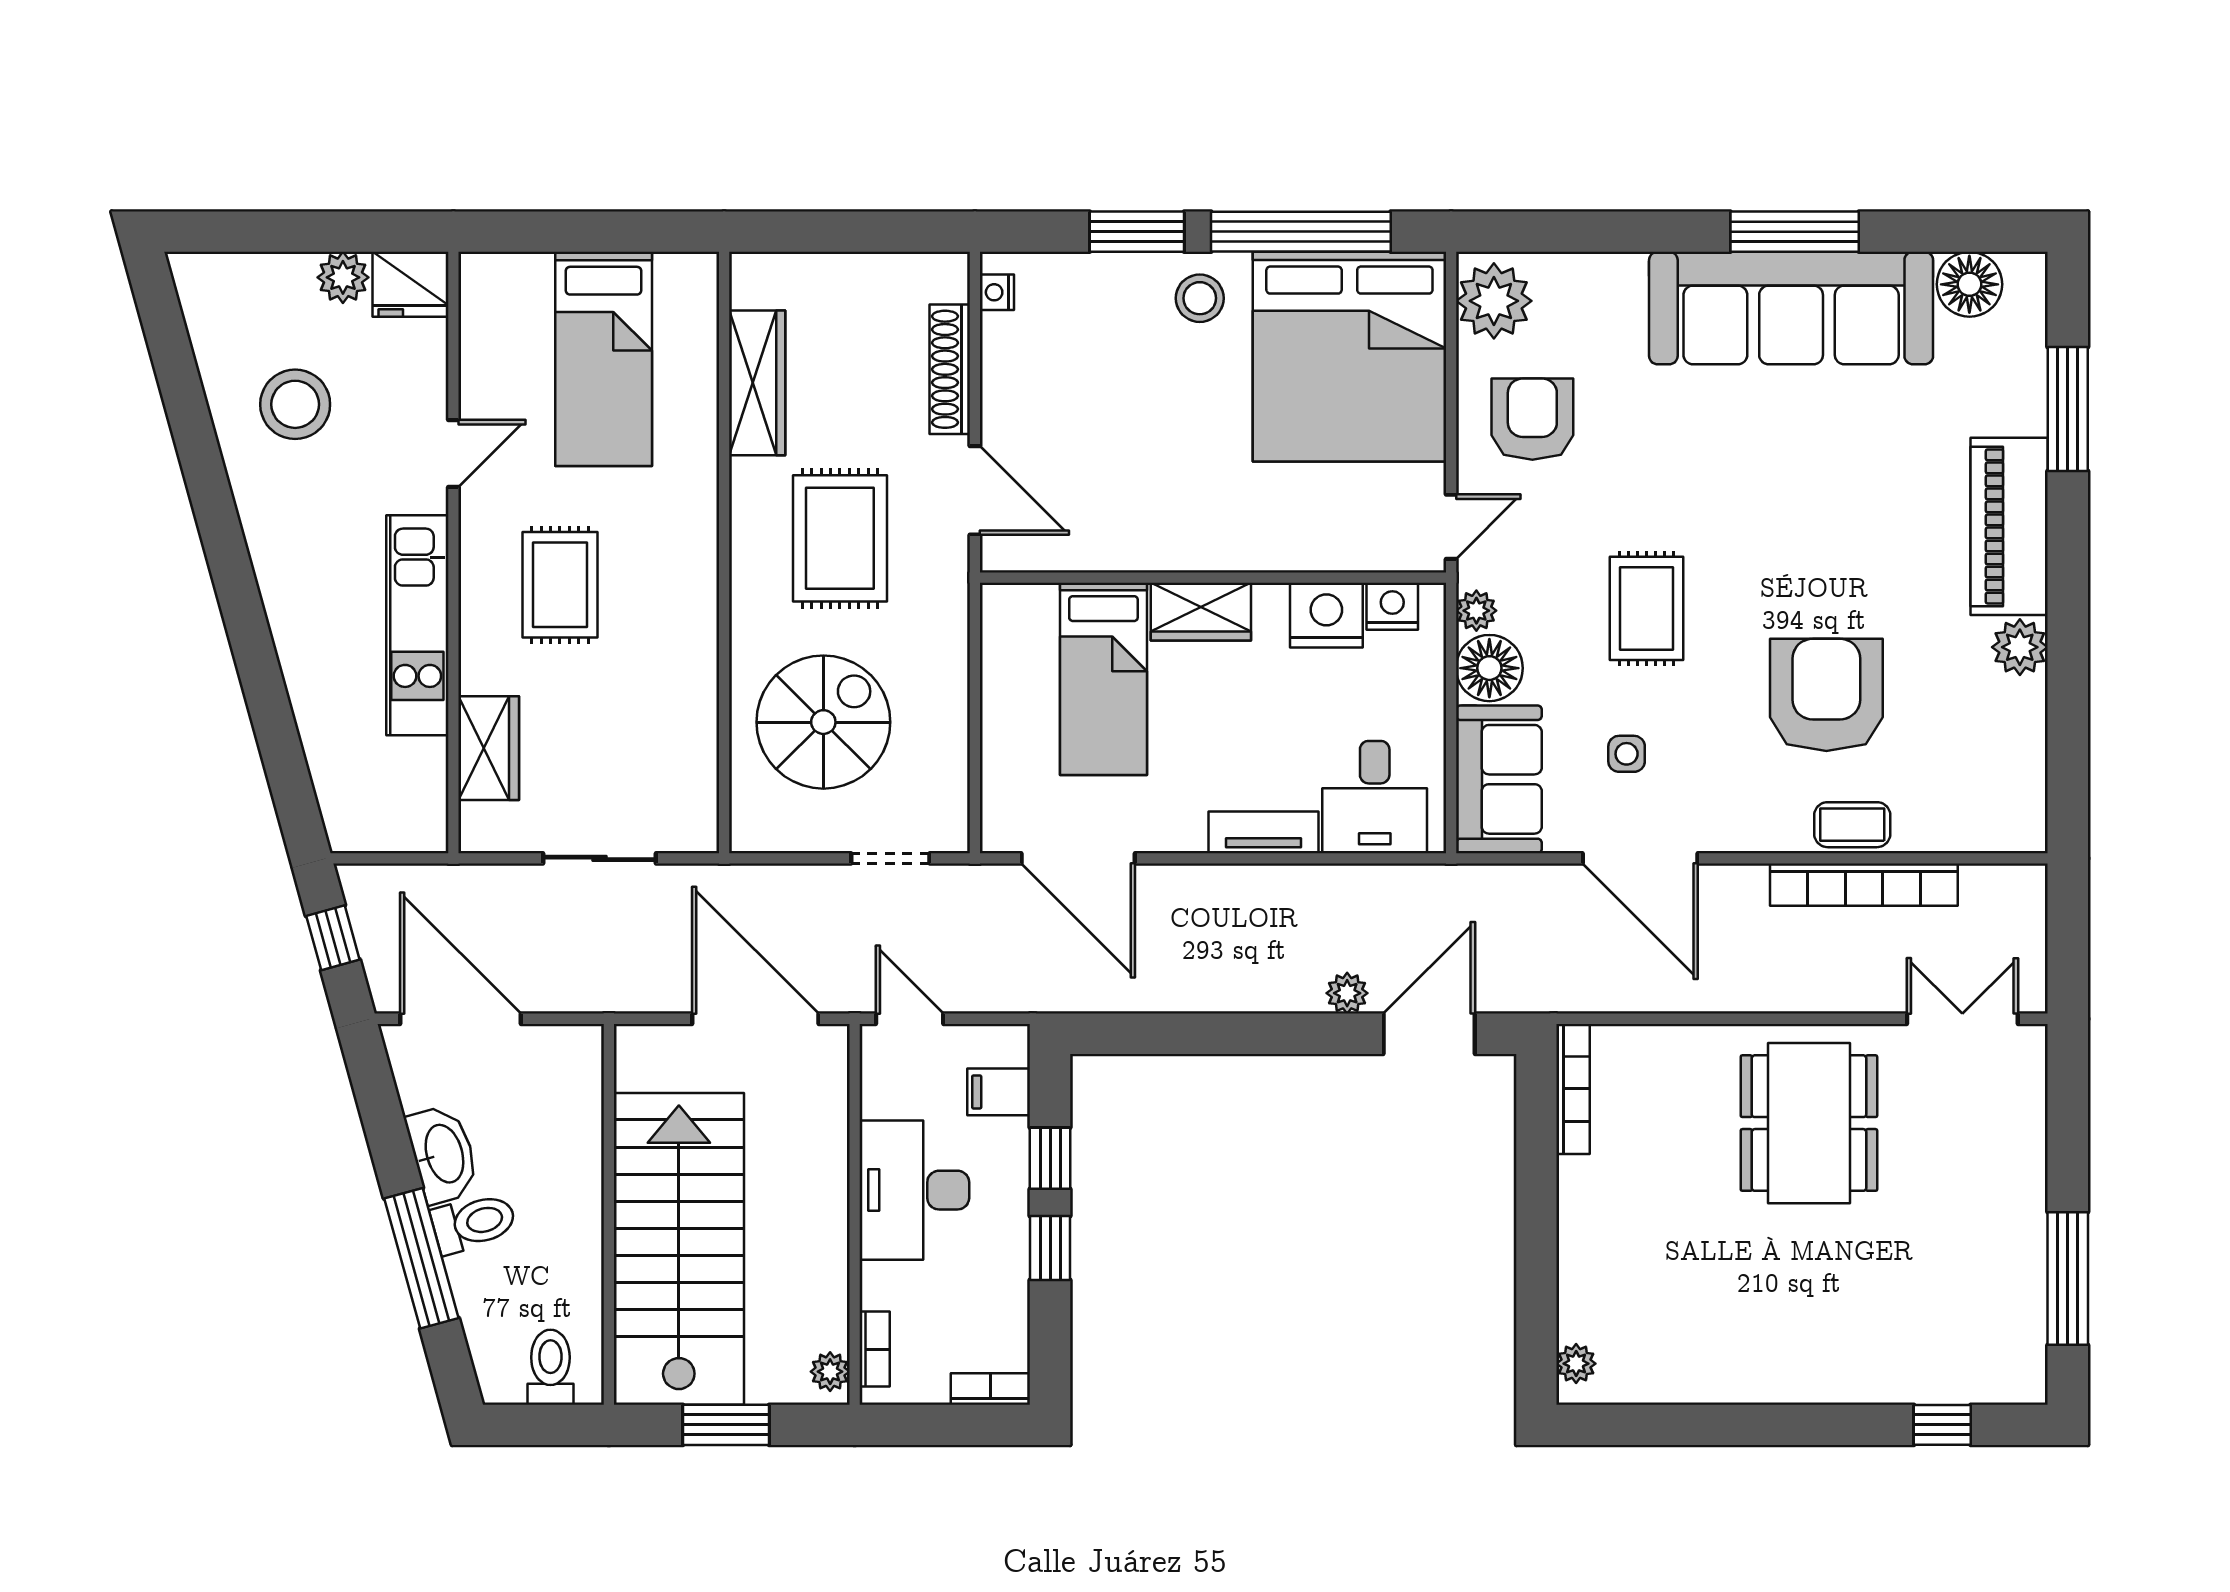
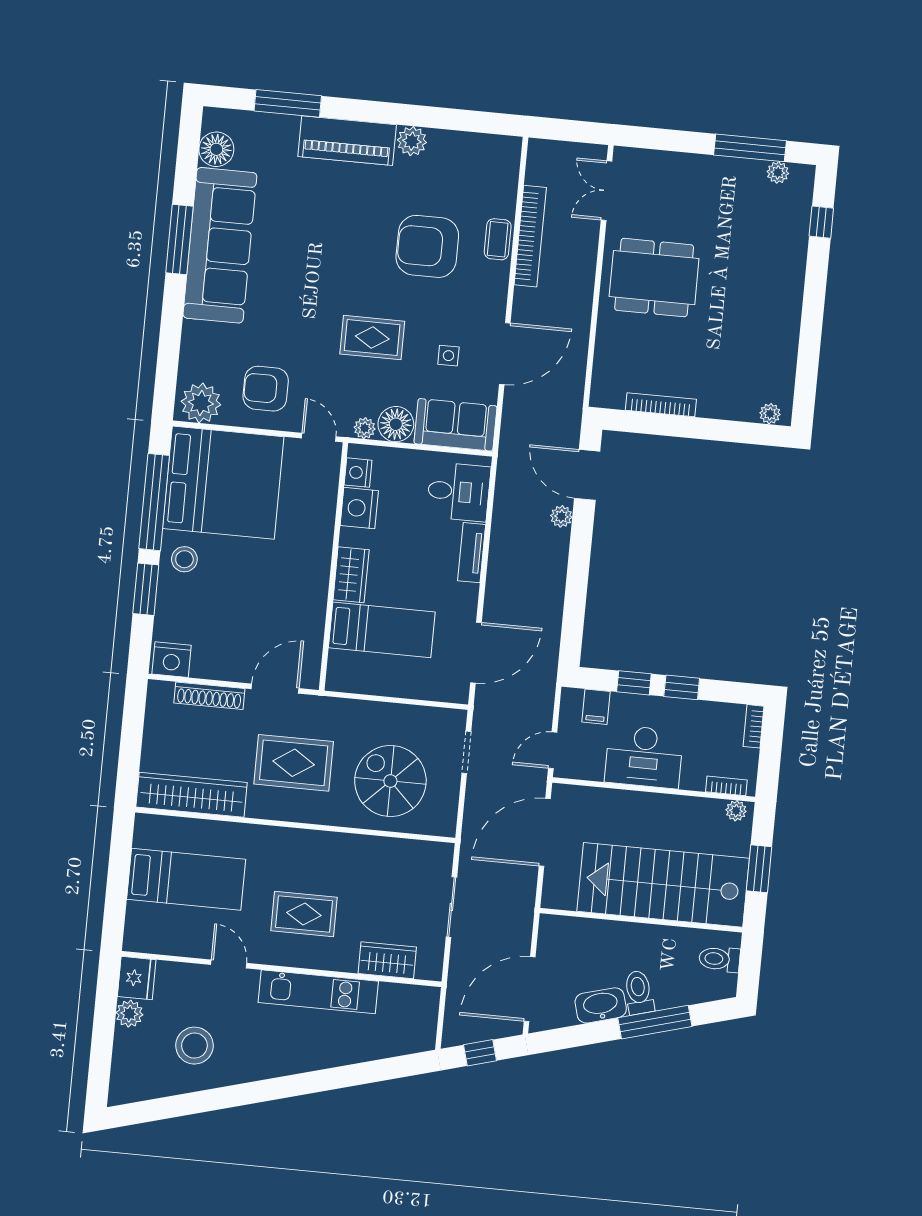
nightstand: (997, 292) -> (172, 660), width x1.89, depth x1.79
wardrobe: (757, 383) -> (192, 795), width x1.40, depth x1.17
bookcase: (1573, 1089) -> (661, 405), moved
plant: (2027, 1335) -> (778, 172), added

